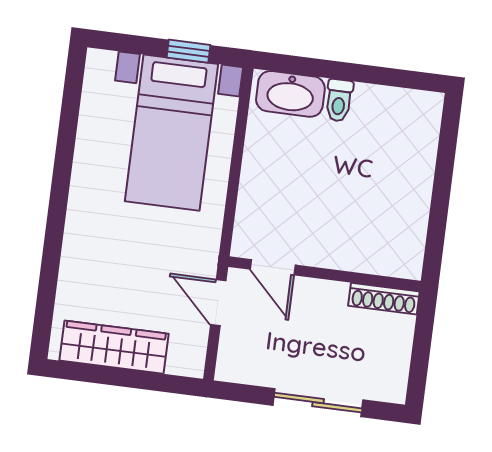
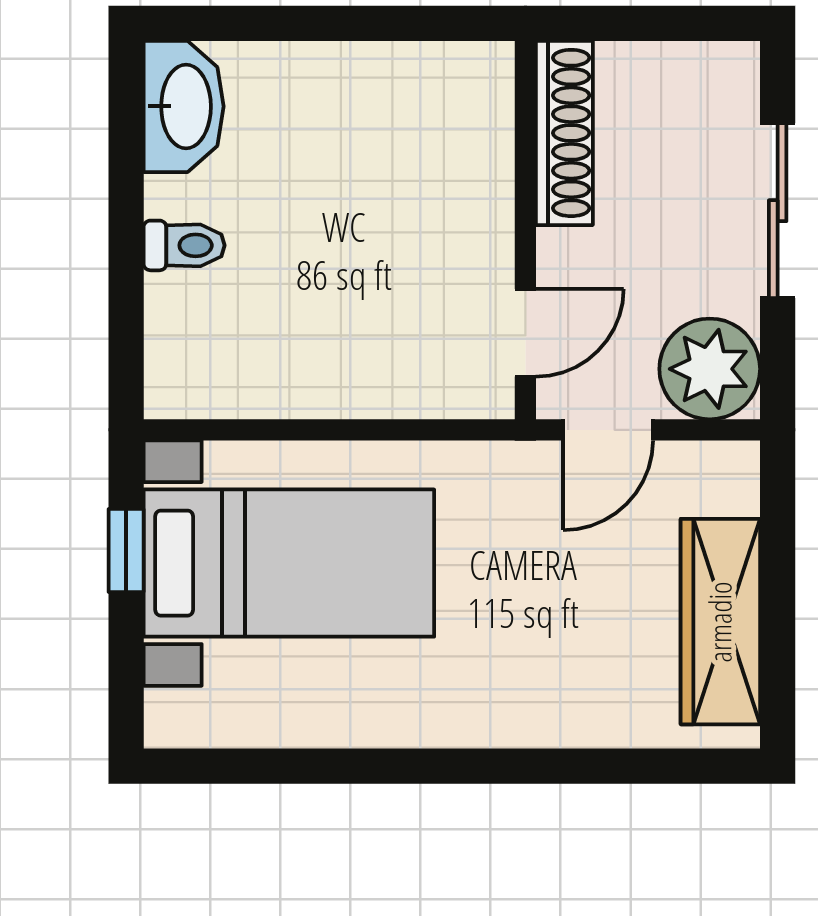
washbasin: (290, 94) -> (184, 106), moved
shoe rack: (384, 299) -> (564, 133), width x1.36, depth x1.24
plant: (242, 358) -> (710, 369), added

